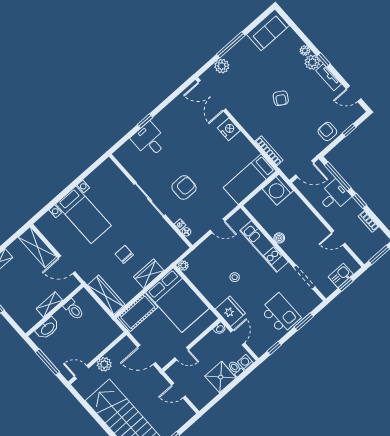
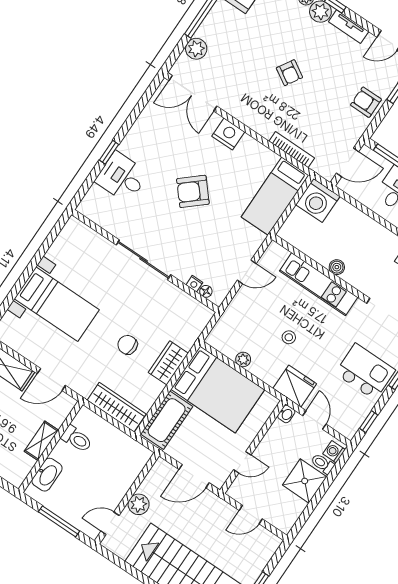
armchair: (184, 187) -> (193, 191), moved, turned -131
plant: (183, 266) -> (243, 359), moved

